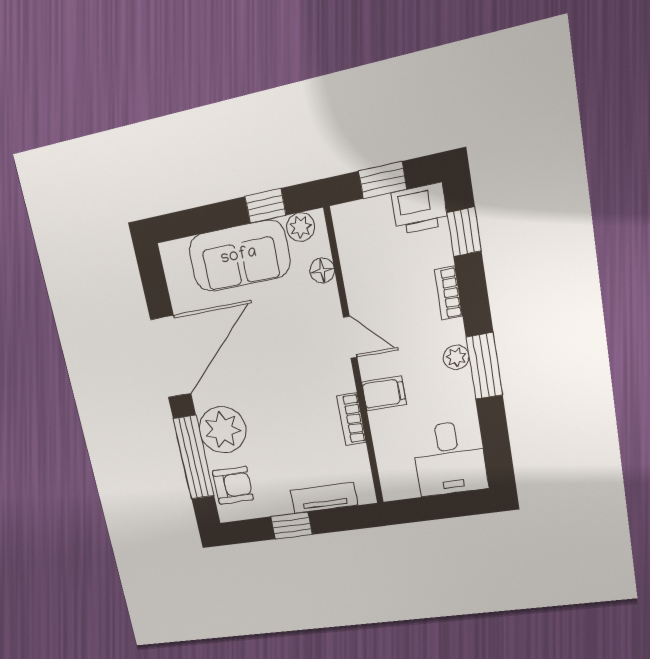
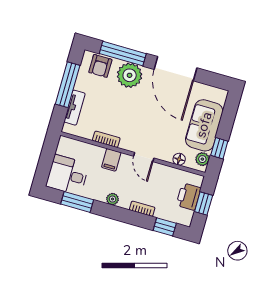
printer: (420, 209) -> (189, 197), moved
door: (350, 337) -> (144, 157), hinge flipped
window: (484, 366) -> (77, 202), moved
window: (291, 526) -> (68, 85), width x2.17

